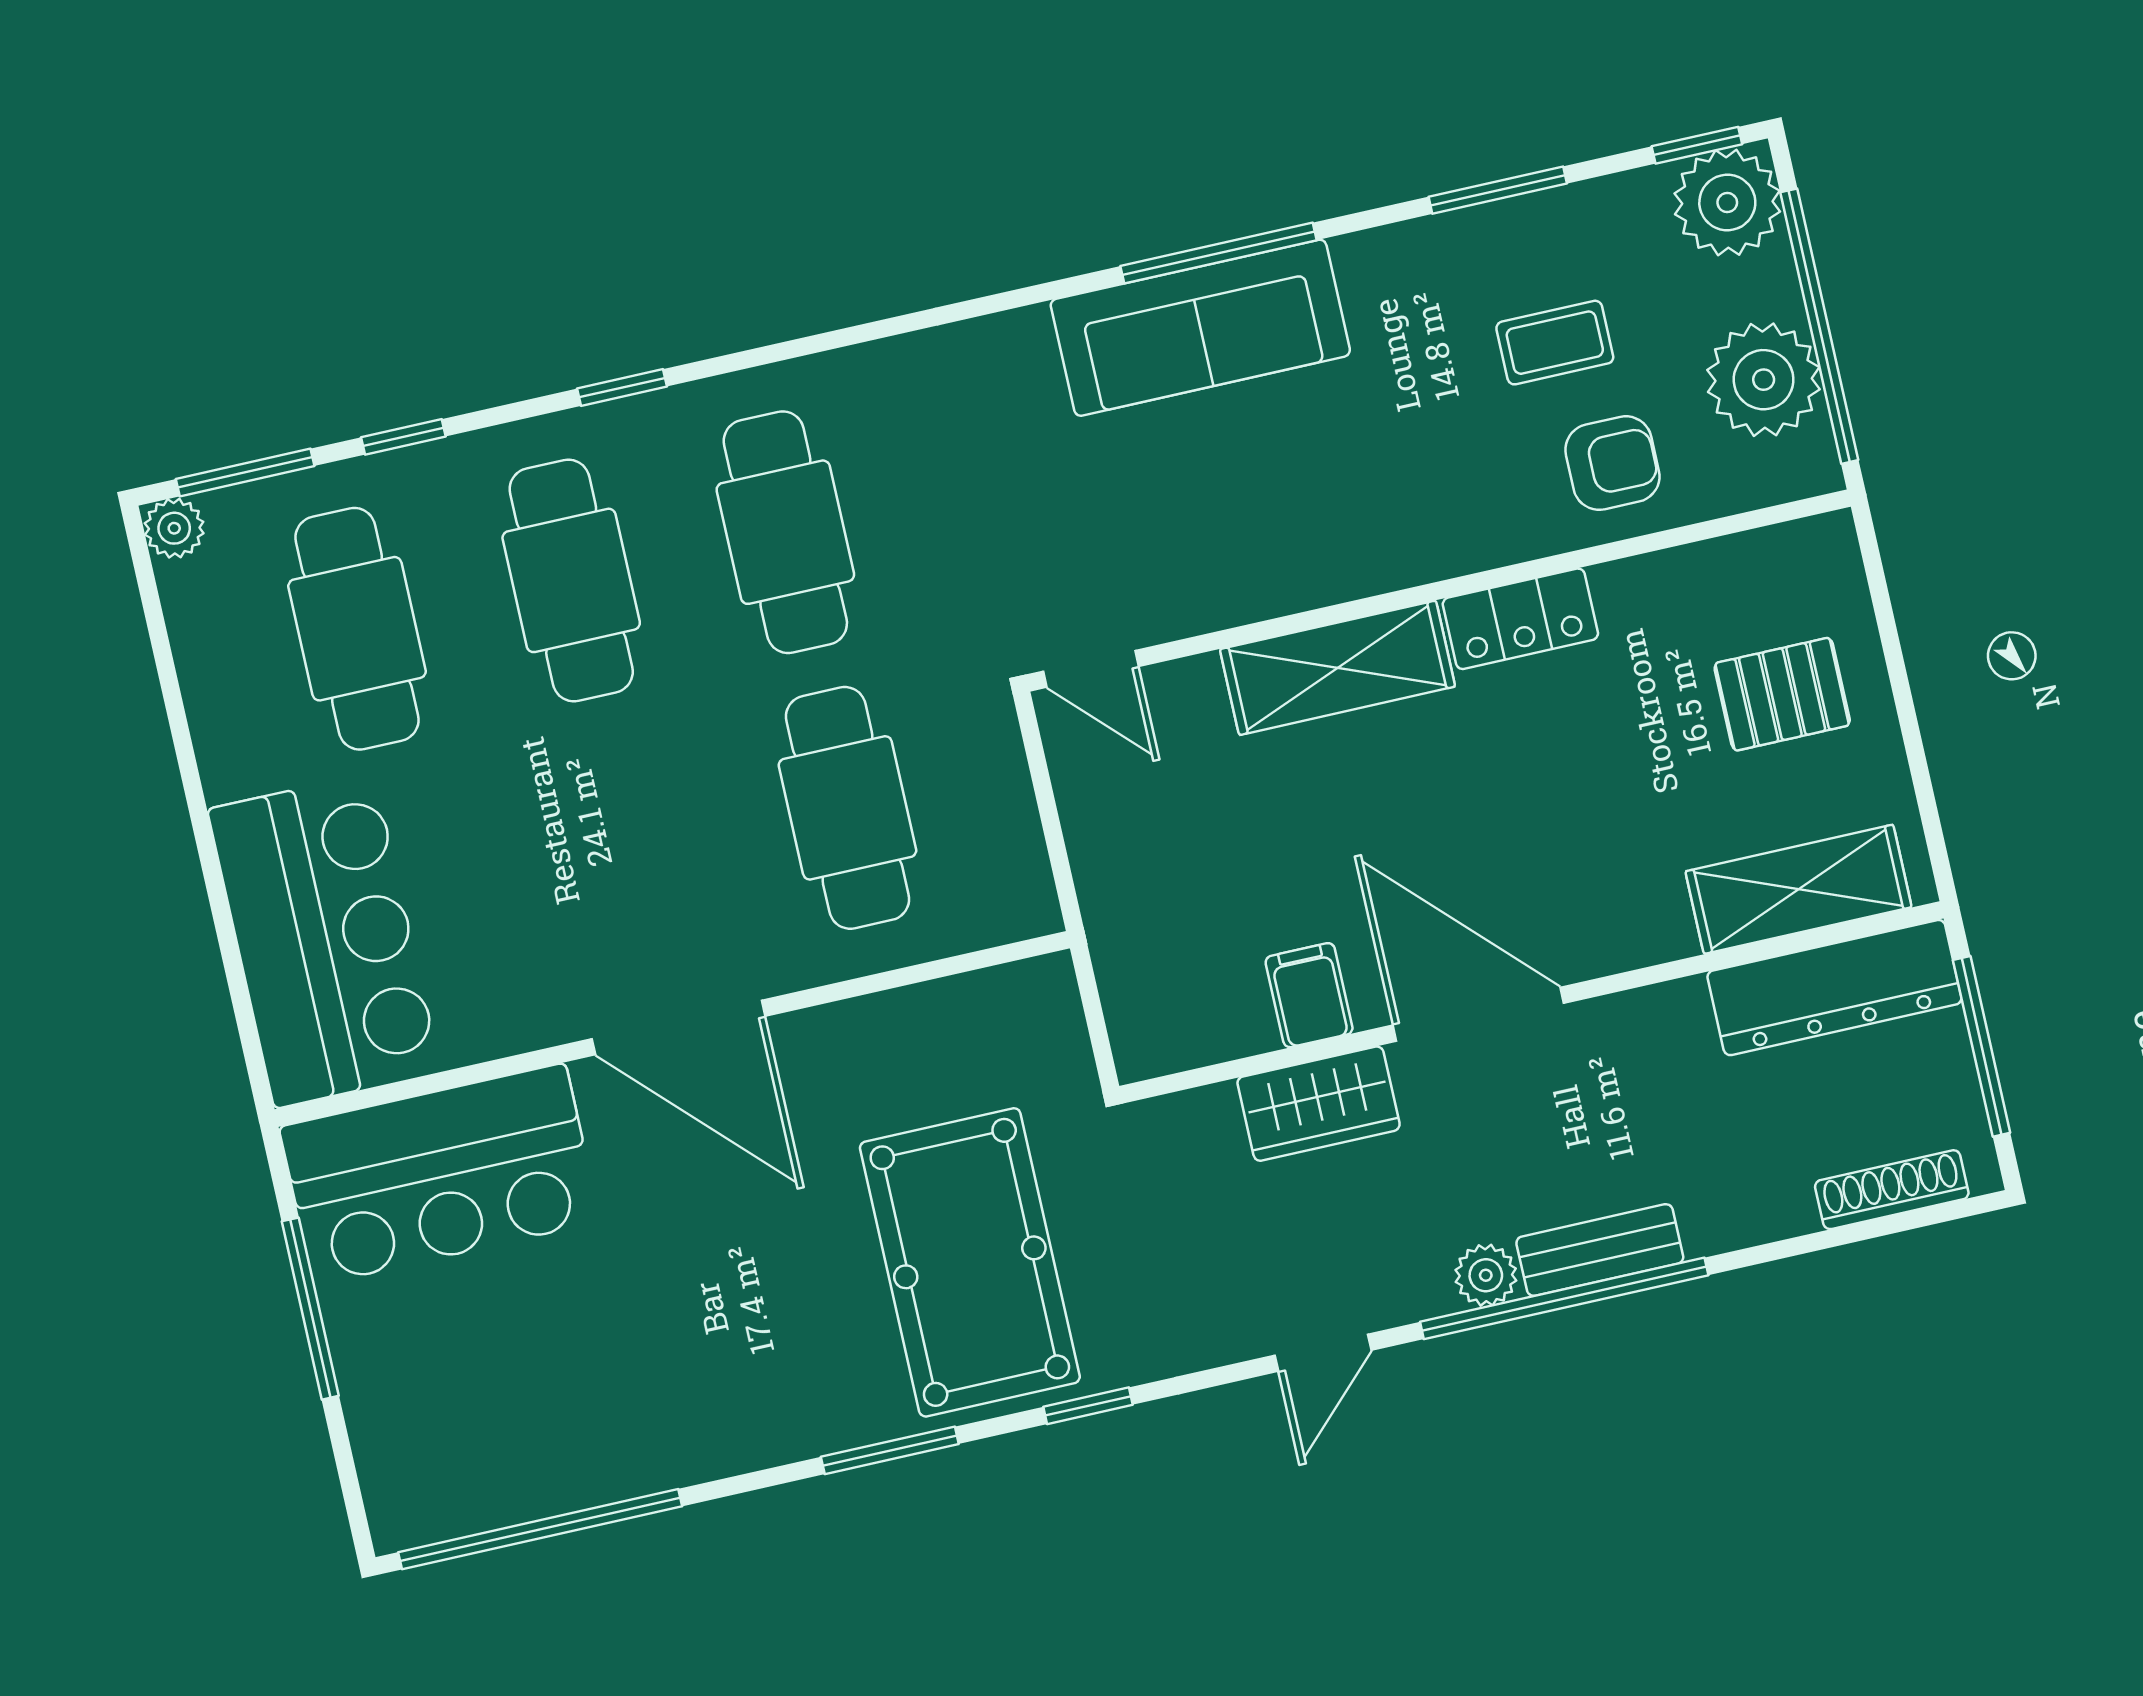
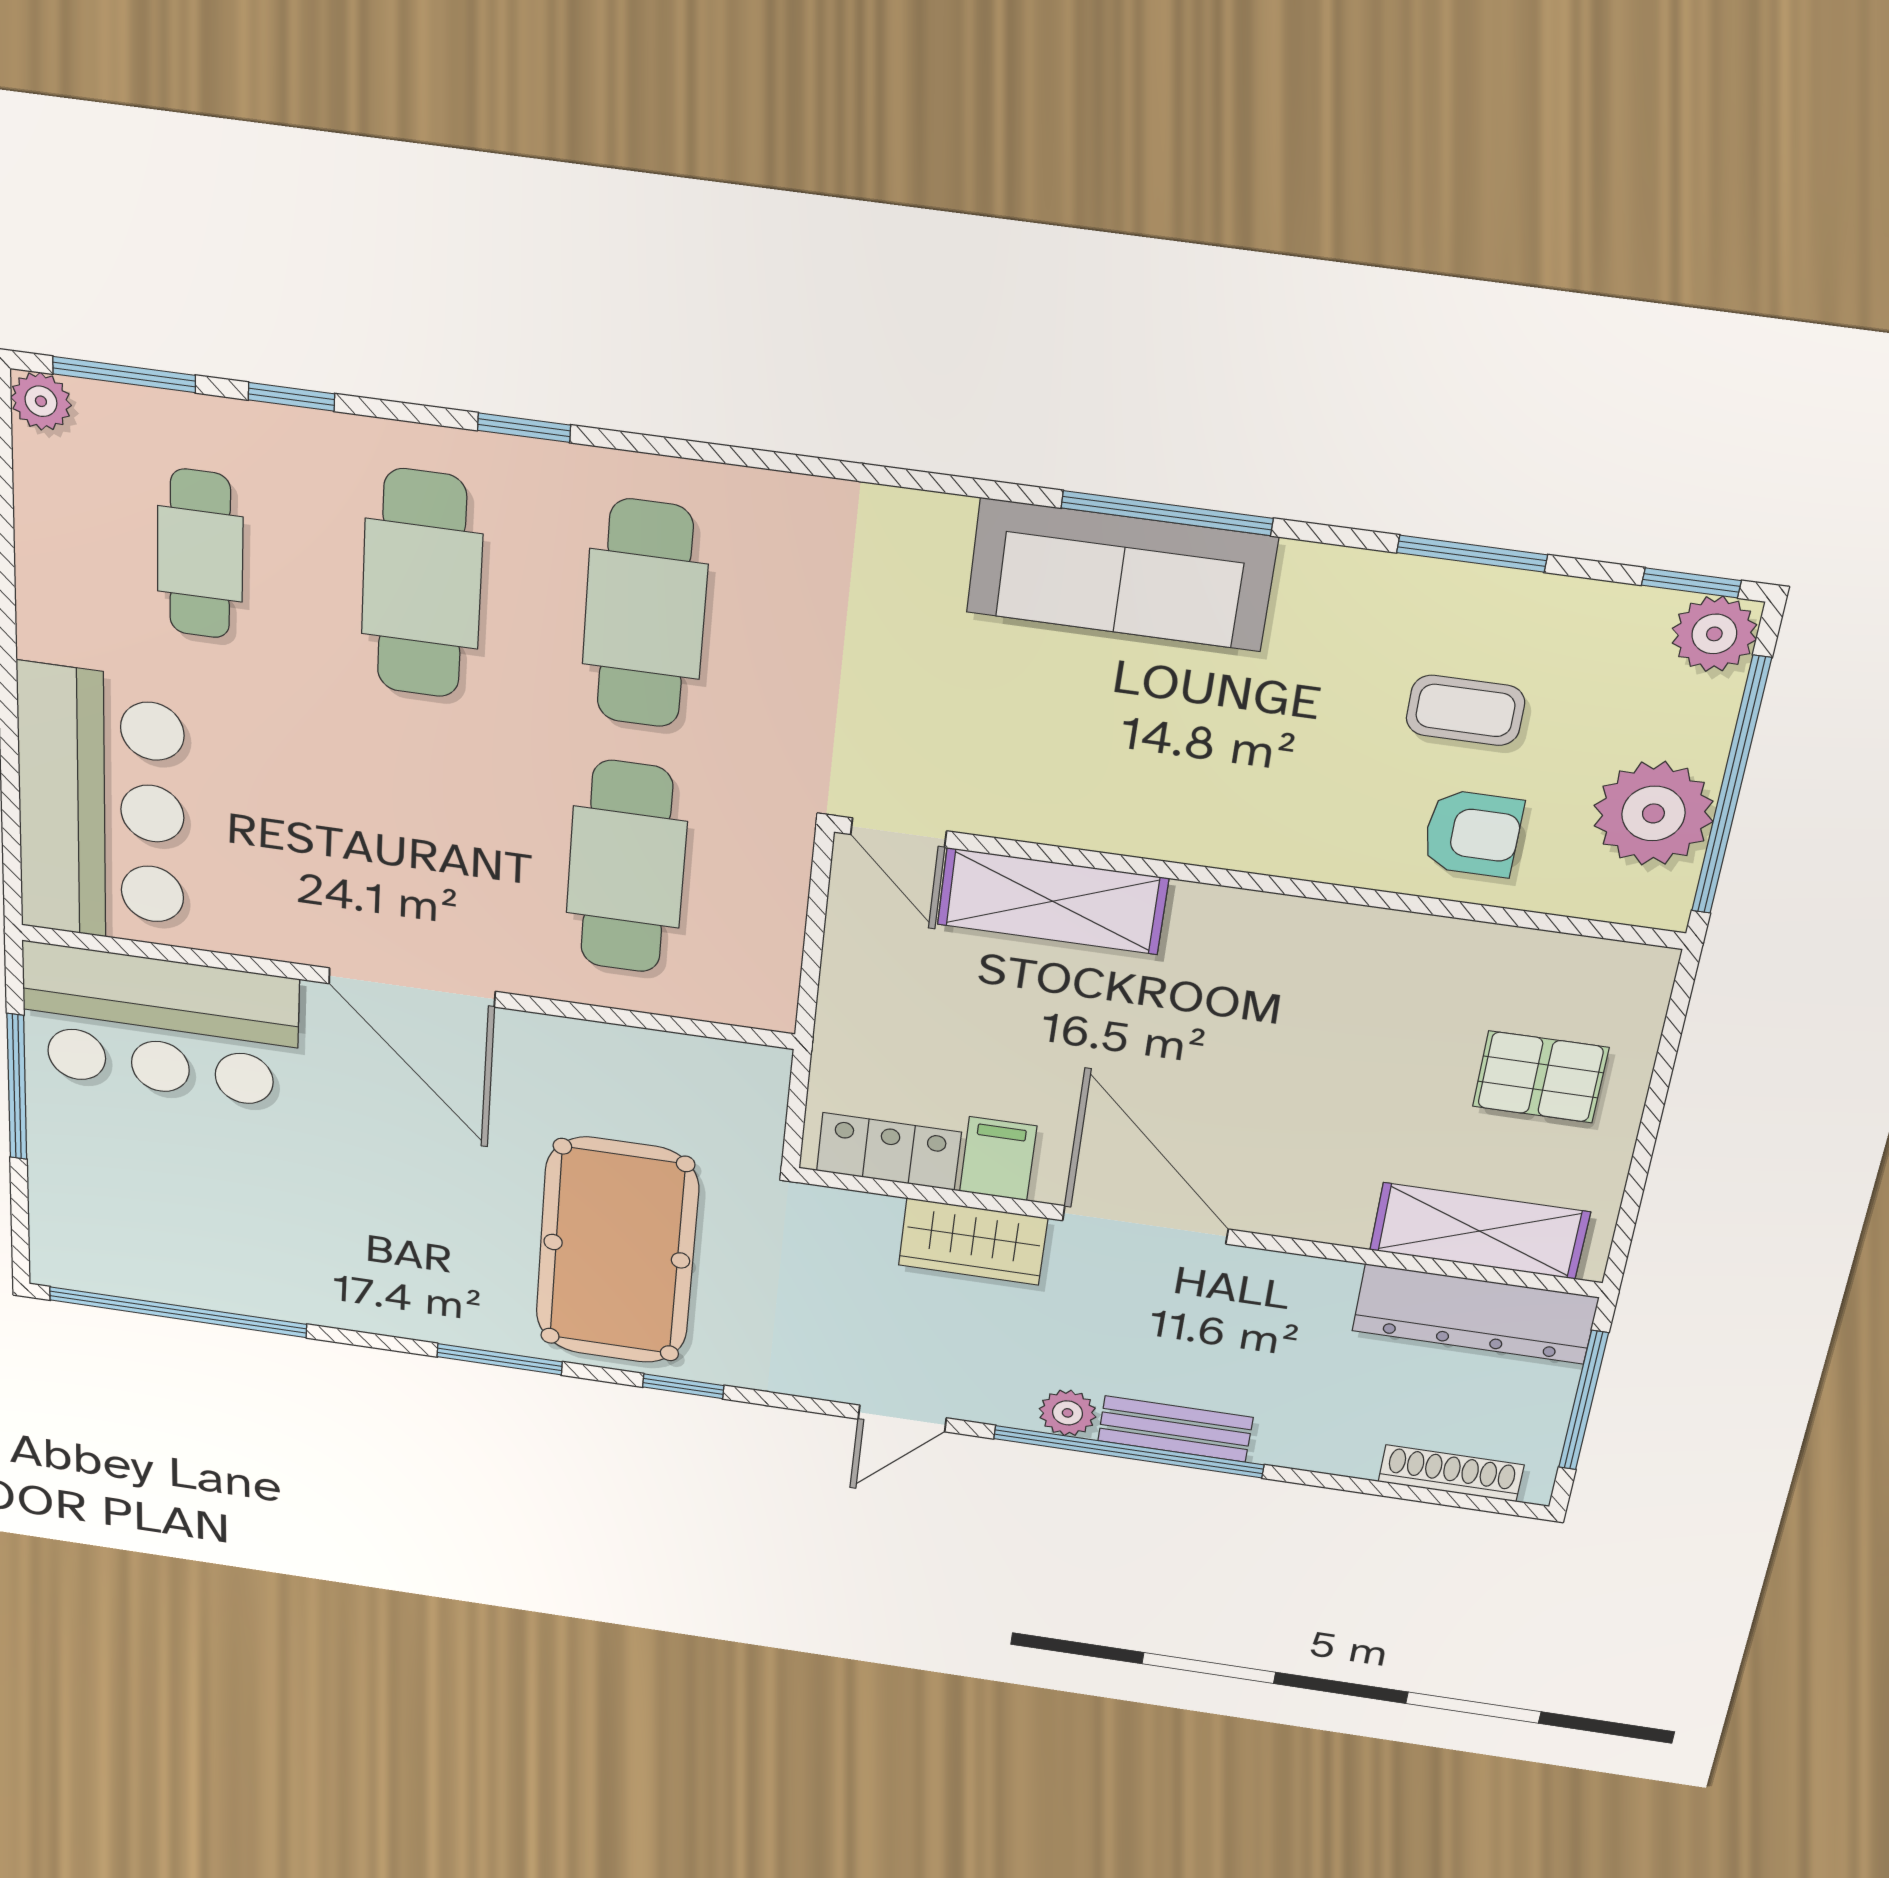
plant: (1727, 203) -> (1714, 634), width x0.73, depth x0.73
locker: (1520, 619) -> (889, 1151), moved, turned 180
cafe table: (357, 629) -> (200, 554), width x0.73, depth x0.74
shelving: (1338, 668) -> (1053, 901), moved

